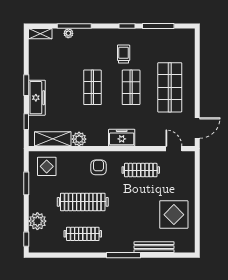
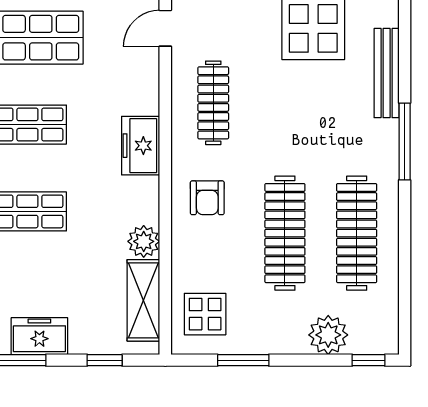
freezer: (37, 98) -> (39, 336), width x0.71
armchair: (98, 167) -> (207, 198), turned -90
clothes rail: (83, 234) -> (357, 233), width x1.37, depth x1.31

